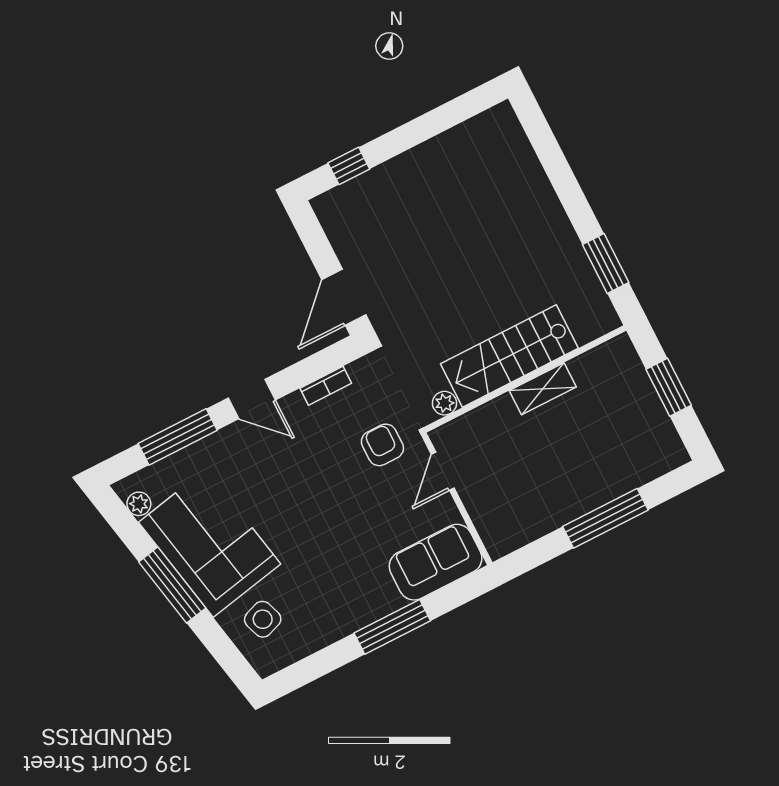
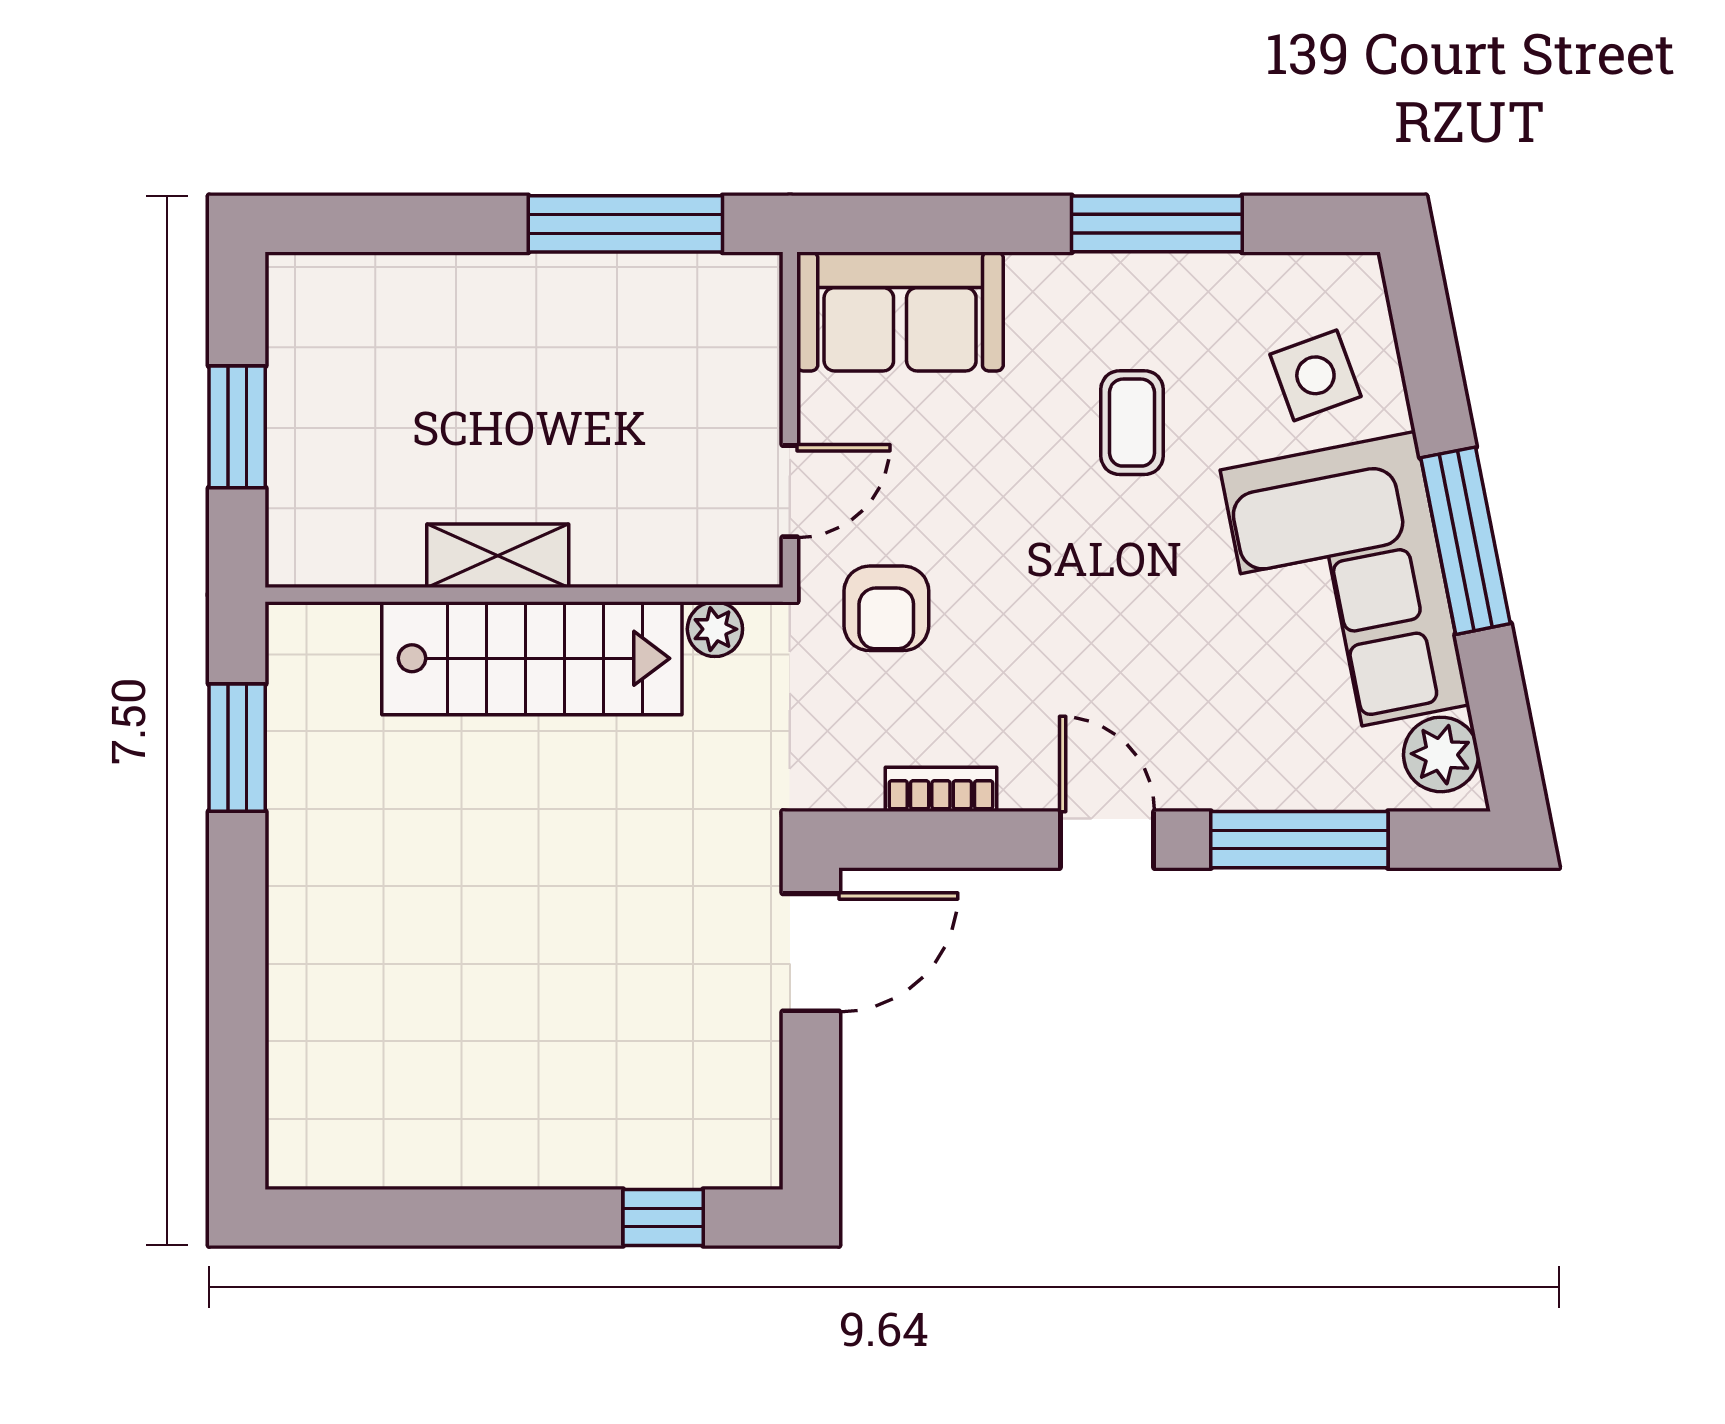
plant: (139, 504) -> (1441, 754), width x1.38, depth x1.38
window: (605, 518) -> (625, 224), moved
coffee table: (324, 565) -> (1132, 423), added
window: (392, 627) -> (1157, 224), moved

